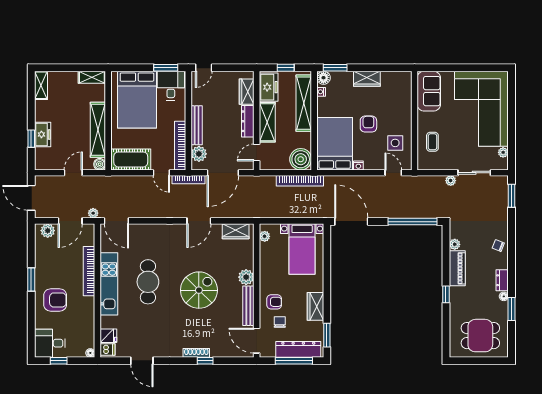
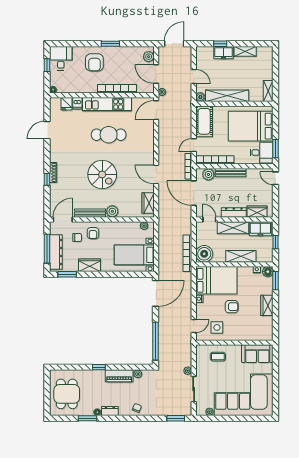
shelving: (41, 85) -> (245, 51), moved
shelving: (304, 103) -> (241, 256), width x0.68
dishwasher: (108, 349) -> (77, 103), moved

